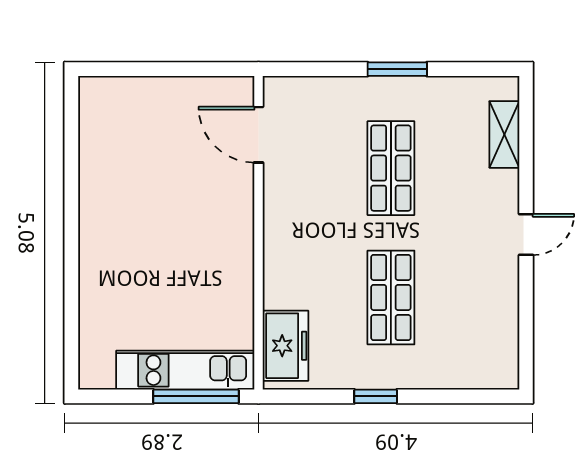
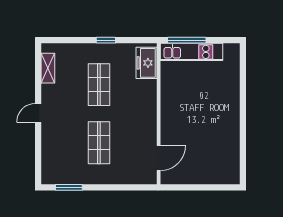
window: (397, 69) -> (69, 187), moved
shelving: (504, 134) -> (48, 68), moved
door: (258, 135) -> (159, 158), hinge flipped

